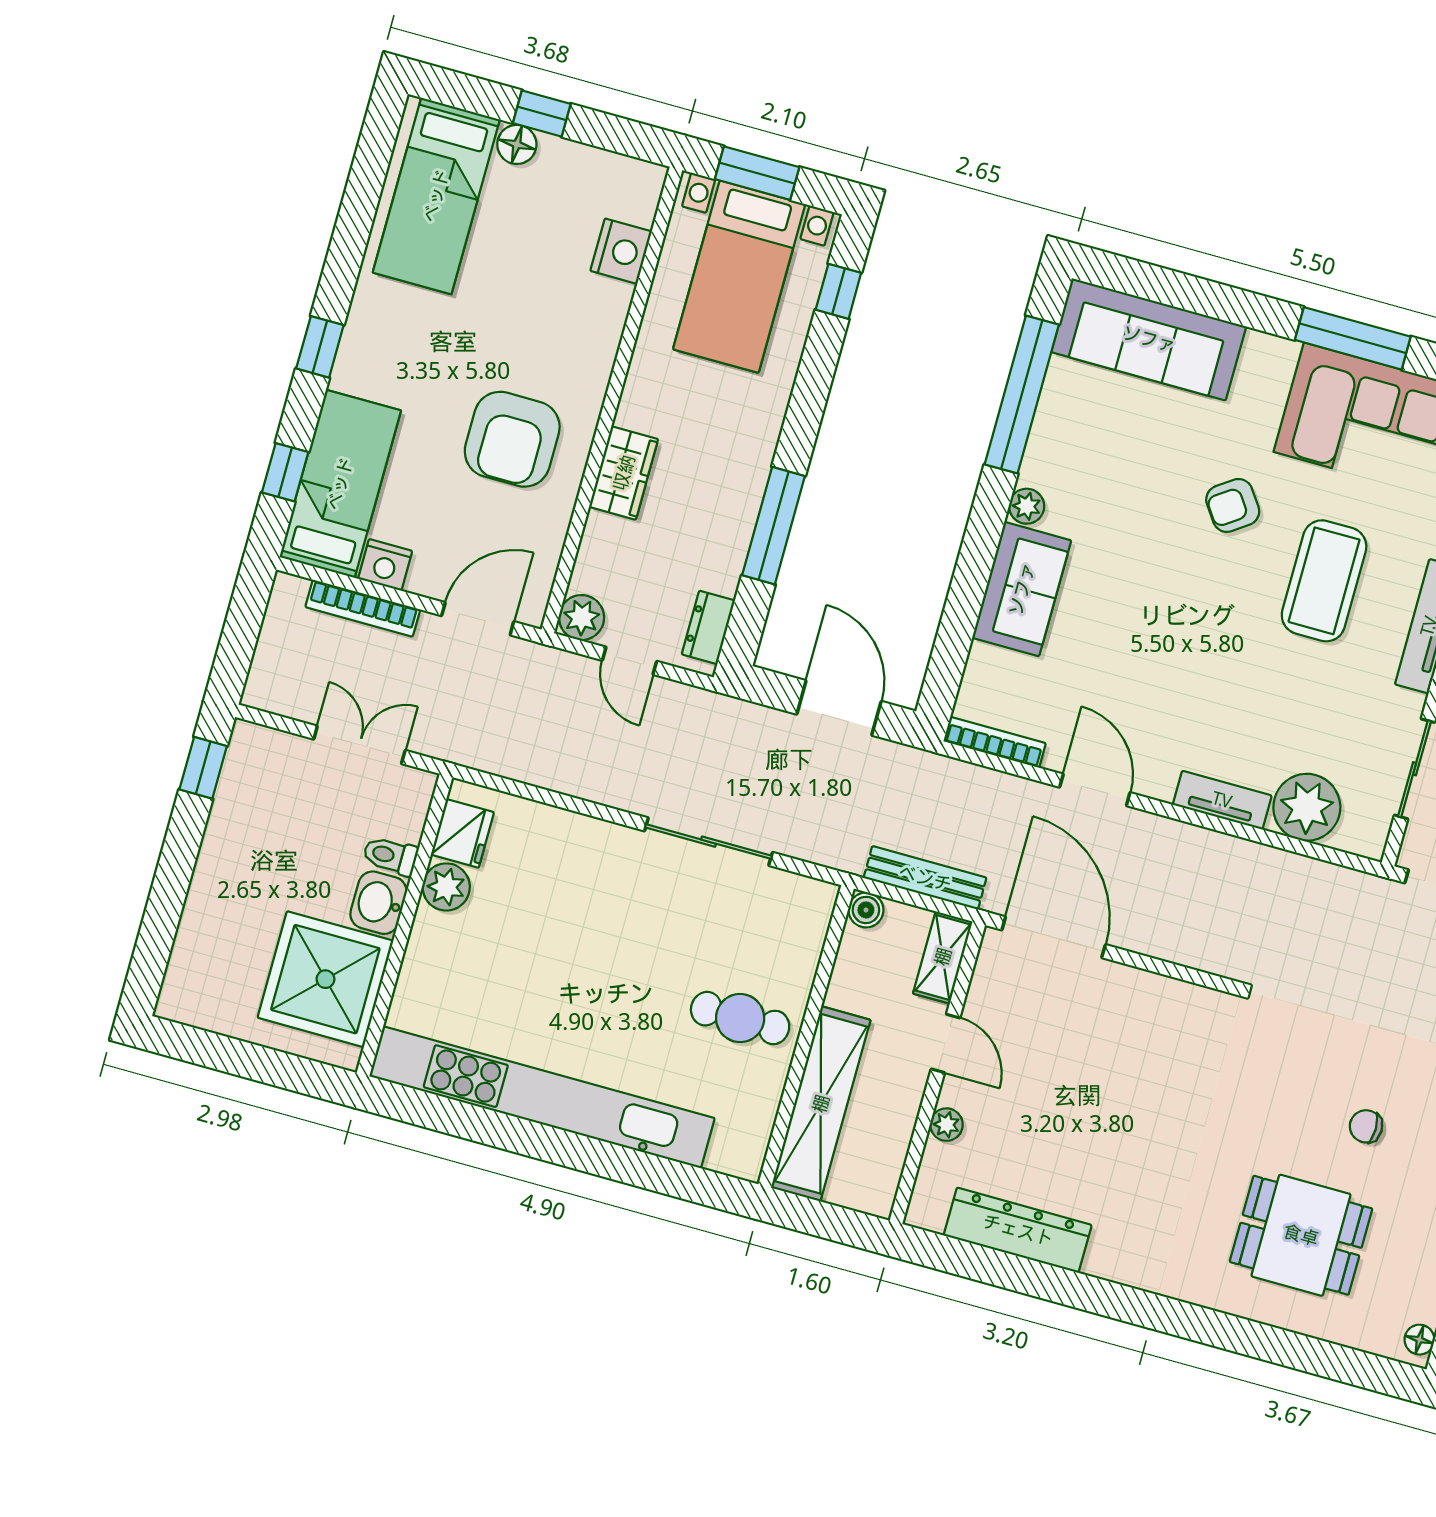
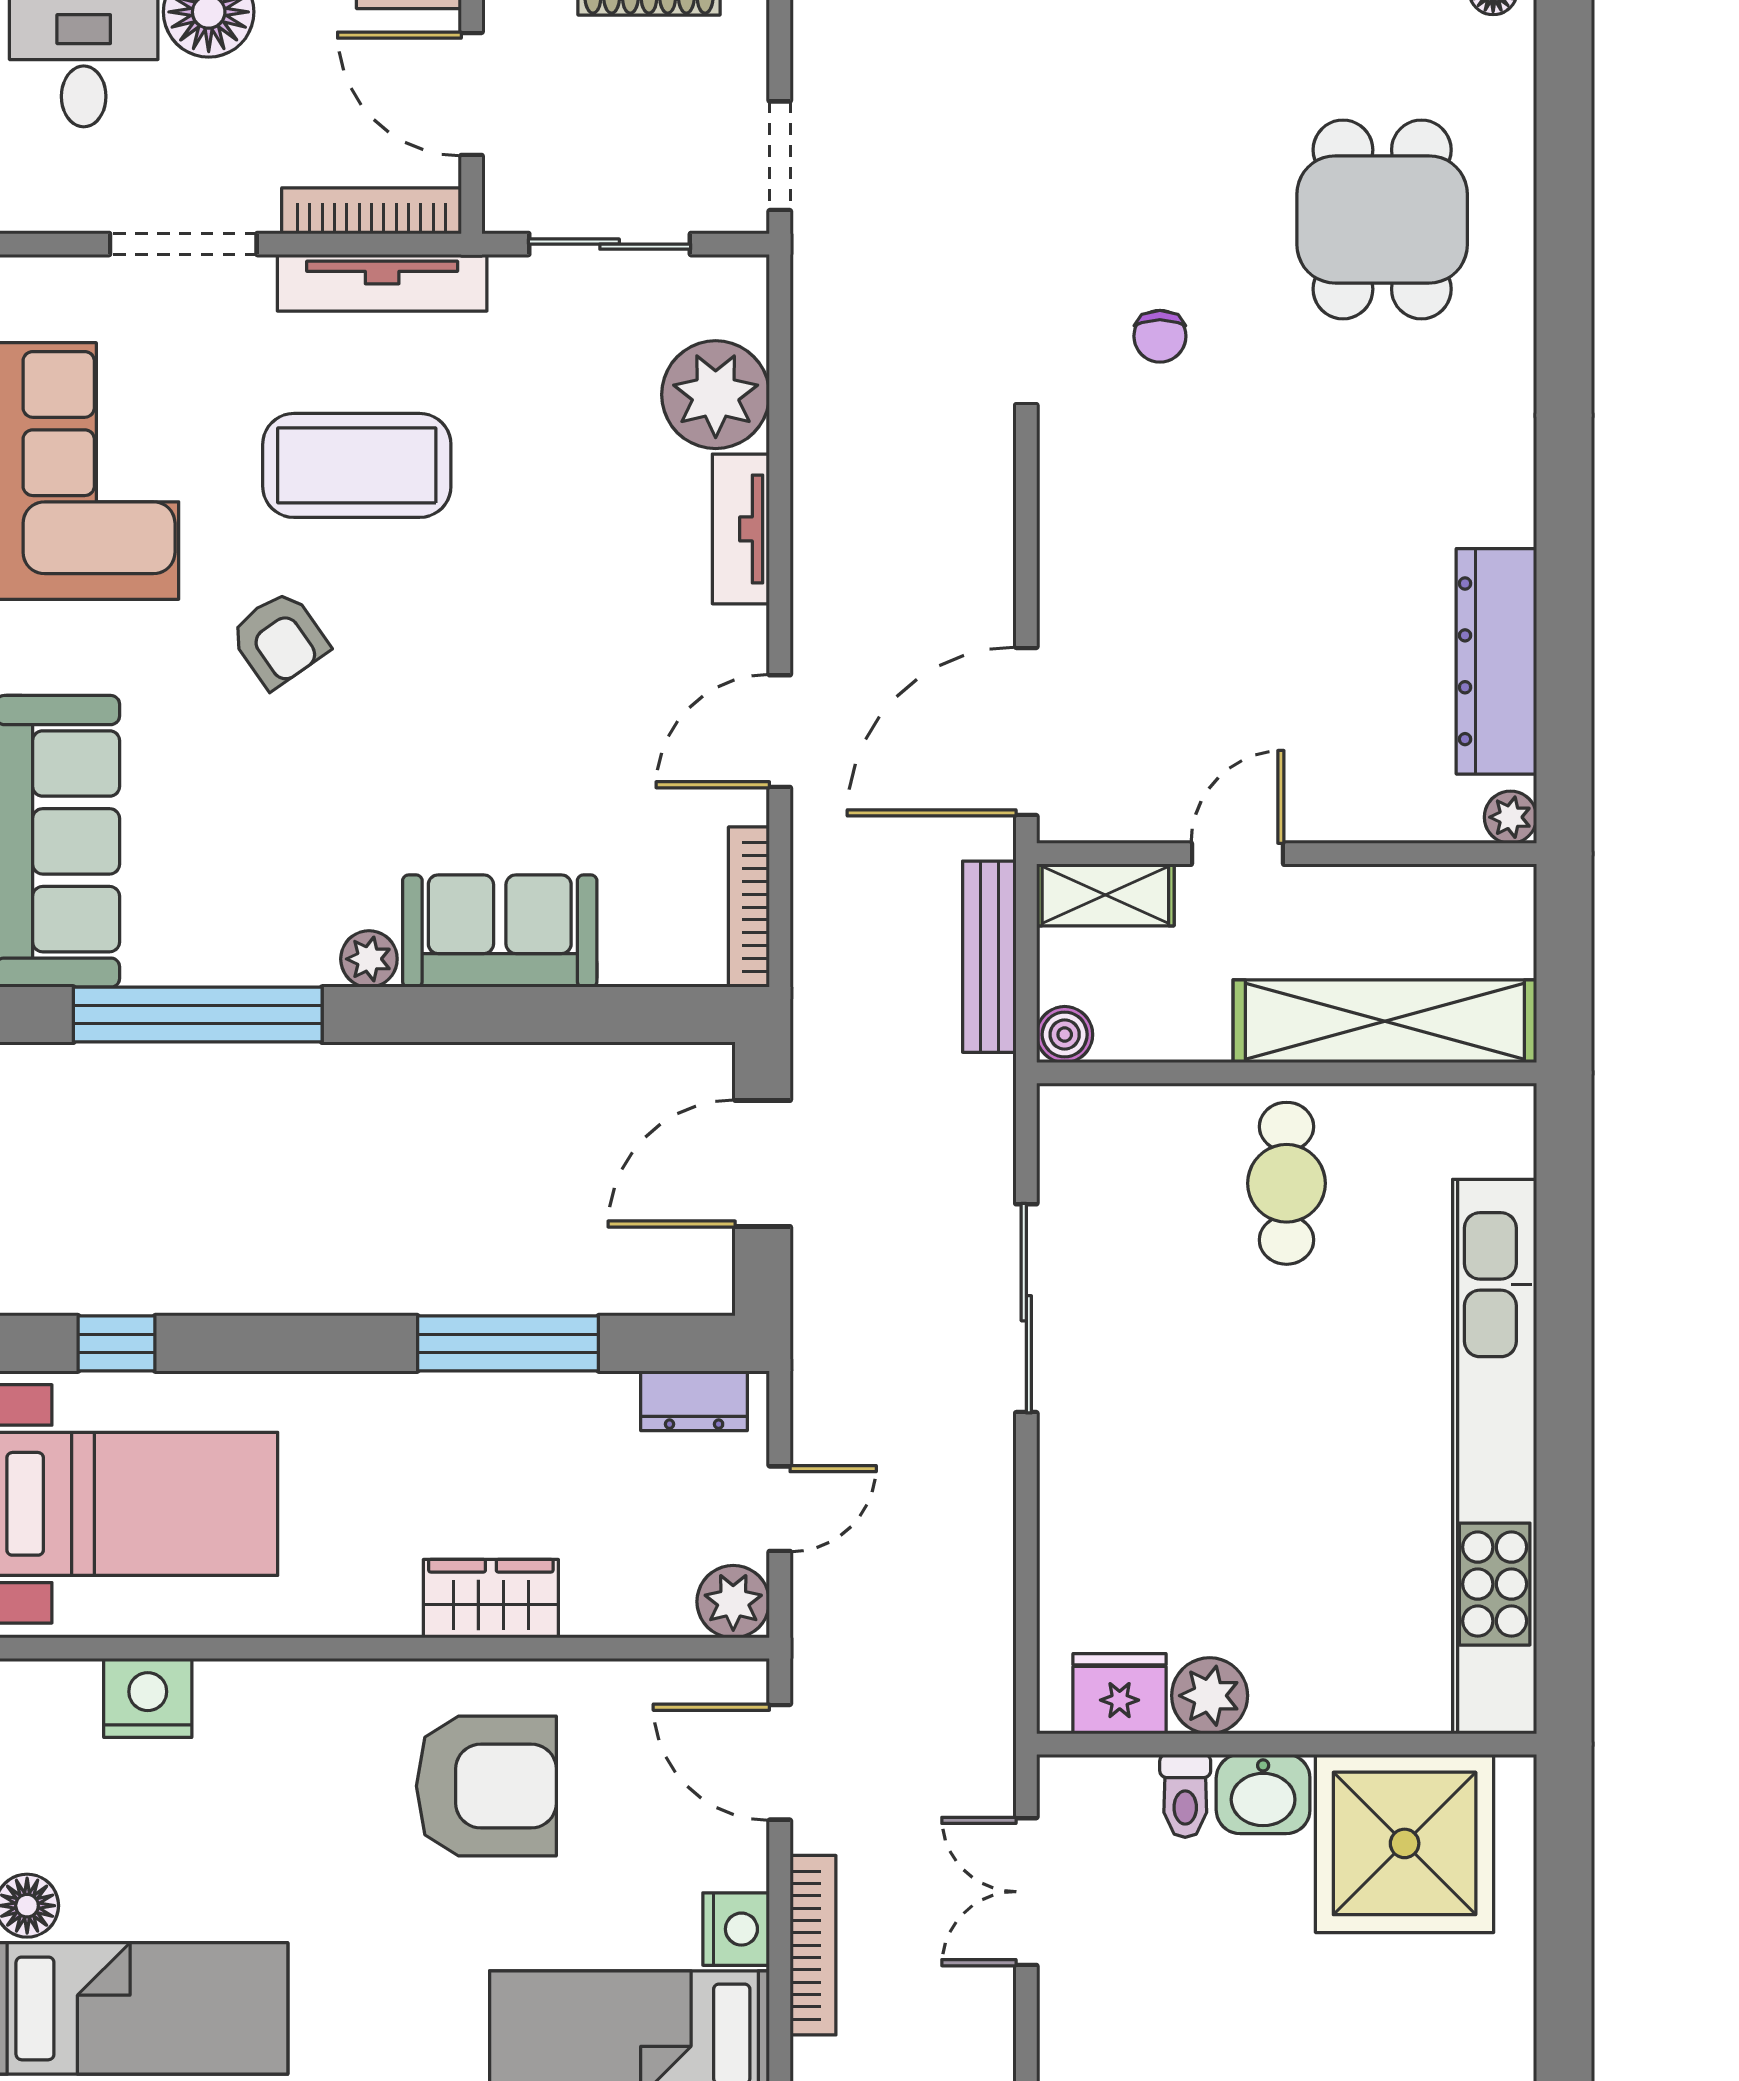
plant: (946, 1125) -> (1510, 817), moved
chair: (1366, 1126) -> (1160, 336), moved

